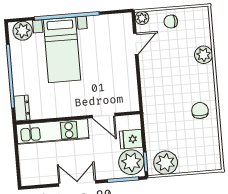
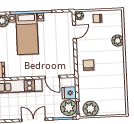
chair: (200, 111) -> (89, 65), moved

